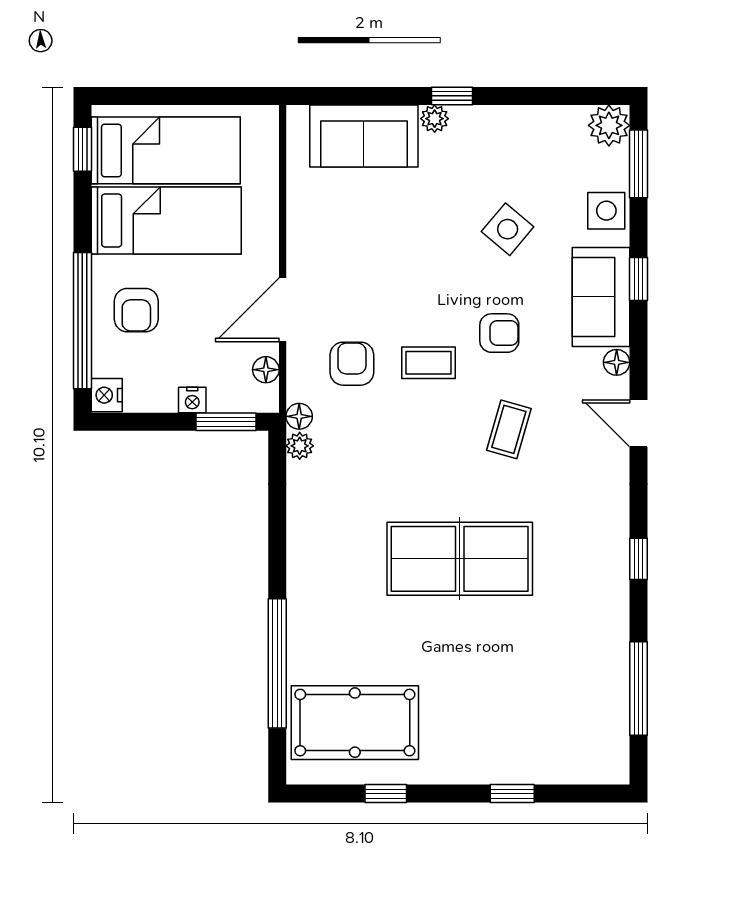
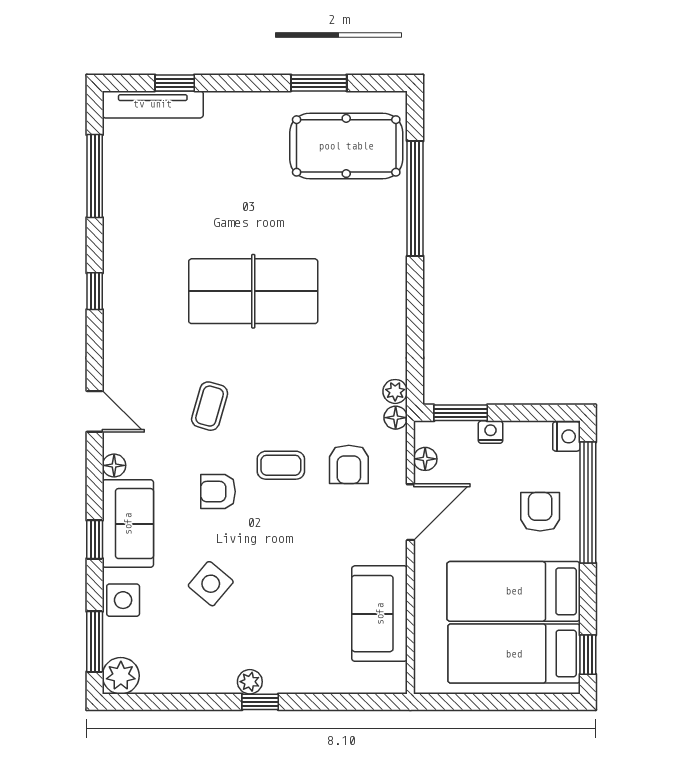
plant: (435, 119) -> (250, 682), moved
sofa: (364, 136) -> (380, 614), moved, turned -90
tv unit: (573, 769) -> (153, 104), added
window: (386, 794) -> (319, 83), width x1.50
window: (512, 794) -> (175, 83), moved

